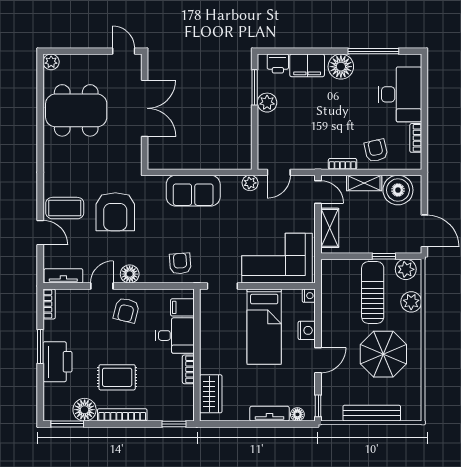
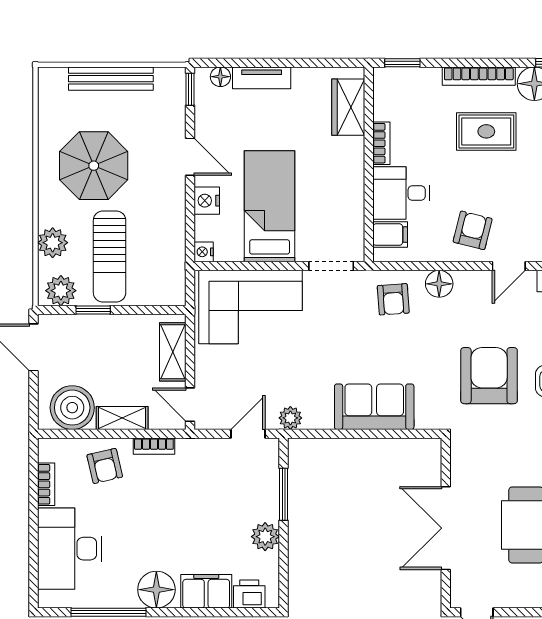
window: (255, 87) -> (284, 494), moved
floor lamp: (130, 274) -> (439, 284), moved
door: (318, 360) -> (190, 157), swing flipped

